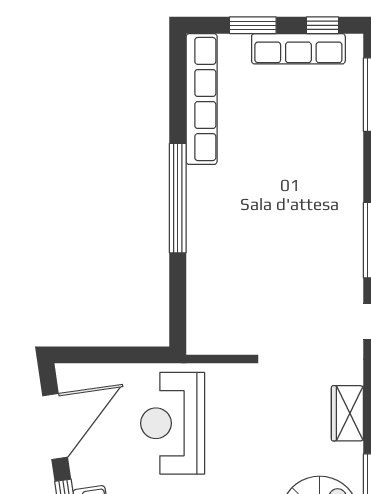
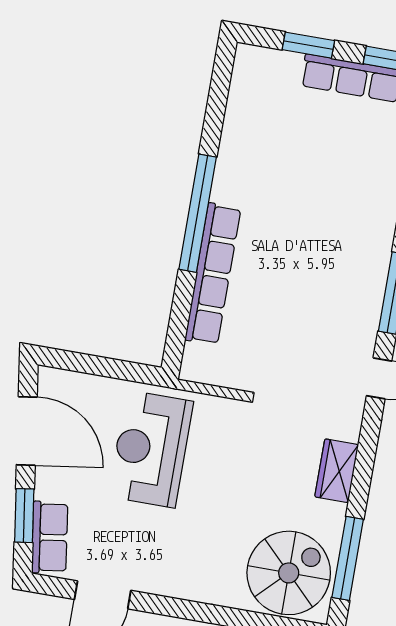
row of seats: (202, 99) -> (213, 274), moved
door: (55, 427) -> (27, 431), hinge flipped

